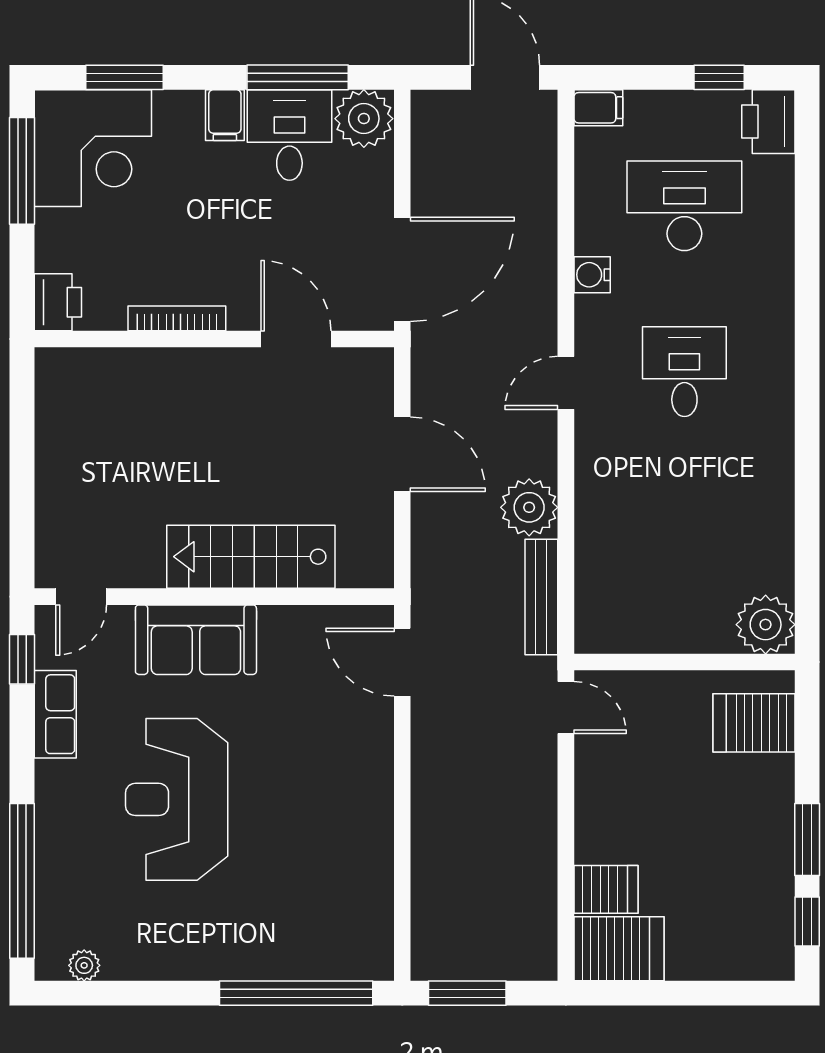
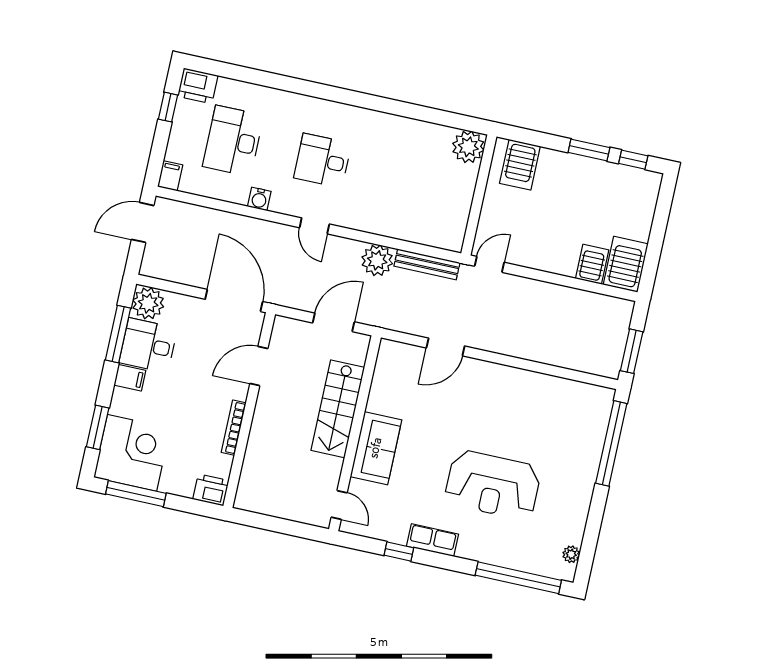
stairs: (251, 557) -> (338, 409), moved
door: (81, 597) -> (339, 505), moved
wall: (214, 597) -> (355, 433), moved
sofa: (196, 640) -> (376, 448), moved

